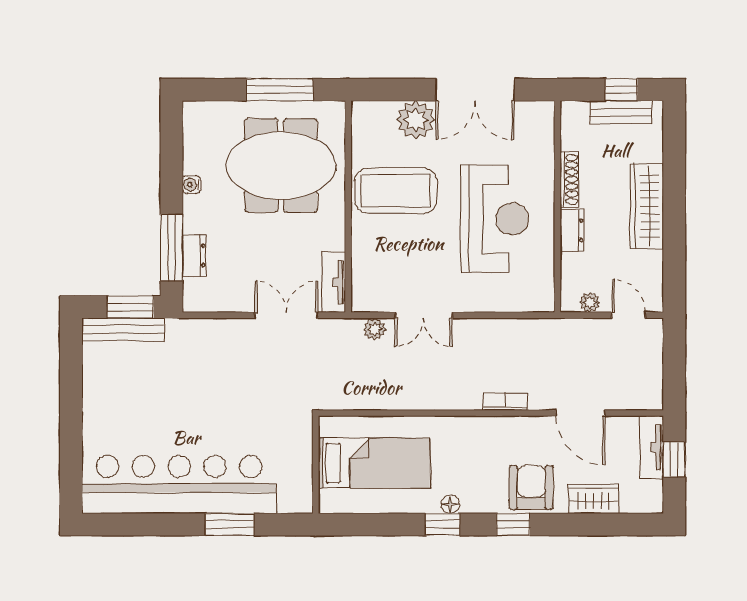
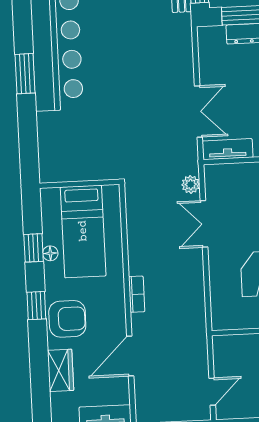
plant: (590, 302) -> (221, 359), removed
bed: (374, 463) -> (83, 231), moved
wall: (316, 465) -> (79, 184), moved

